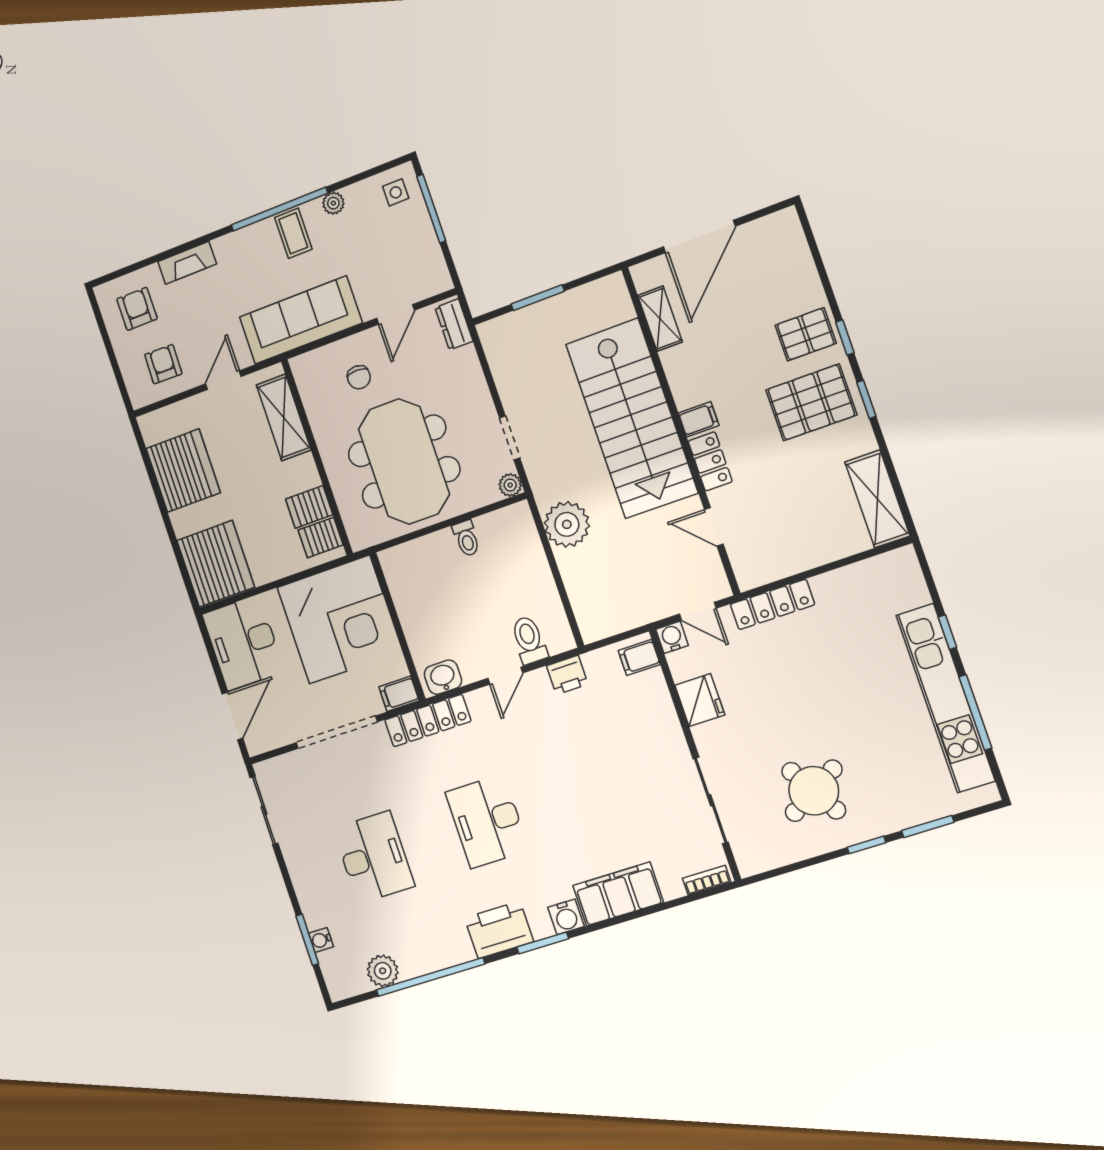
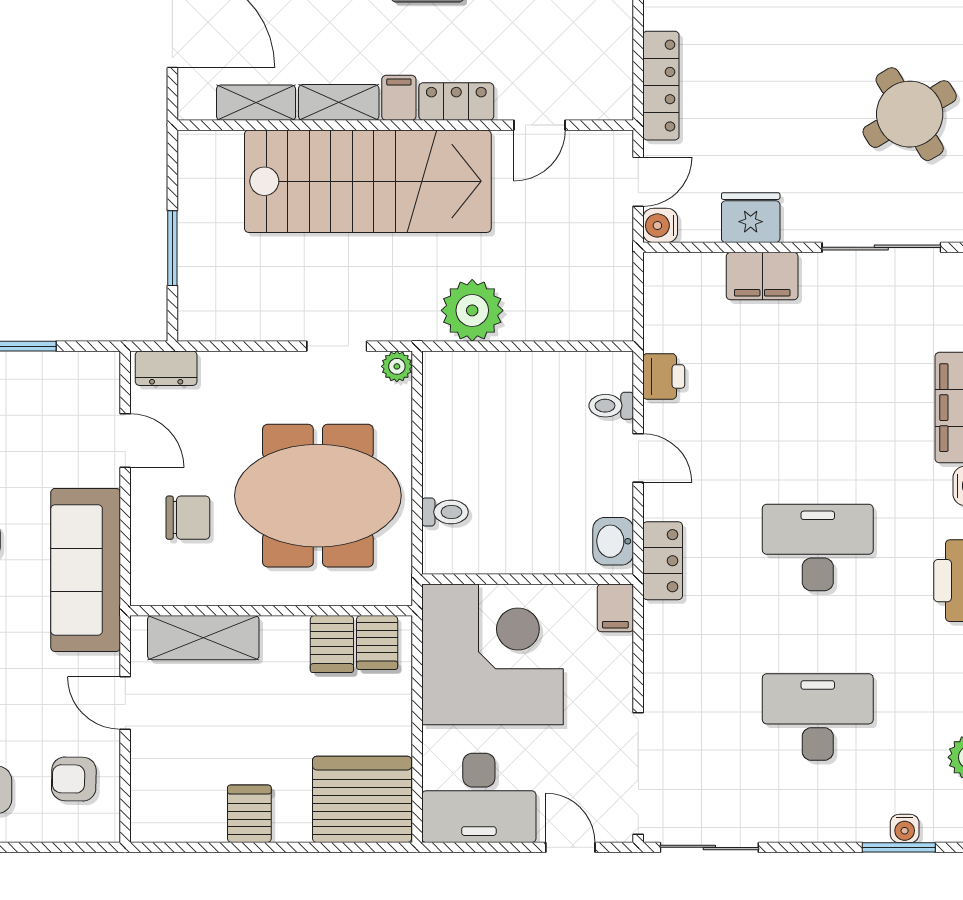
chair: (359, 377) -> (188, 518), width x1.37, depth x1.37
shelving: (681, 378) -> (339, 102), added
server rack: (183, 471) -> (249, 814), width x0.46, depth x0.70
toilet: (466, 538) -> (445, 512), moved
toilet: (529, 640) -> (611, 406), width x0.73, depth x0.72
filing cabinet: (639, 657) -> (762, 276), moved, width x2.00
door: (232, 716) -> (570, 847), width x0.73
locker: (428, 721) -> (663, 561), width x0.66
doorway: (337, 732) -> (638, 774), moved
desk: (487, 821) -> (818, 547), turned 180

